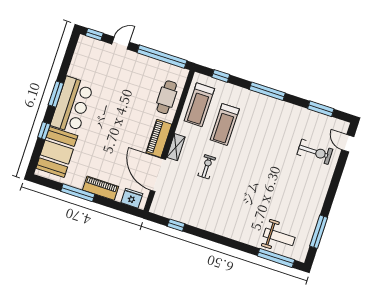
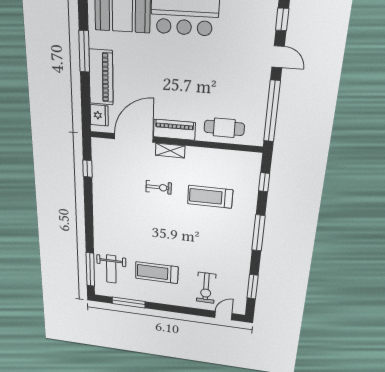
treadmill: (199, 105) -> (157, 273), moved
piano: (101, 188) -> (101, 77), width x1.37, depth x1.33

